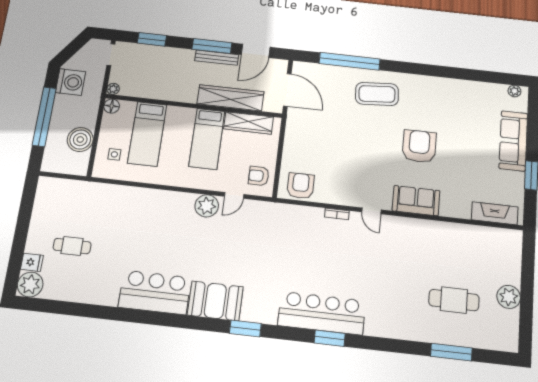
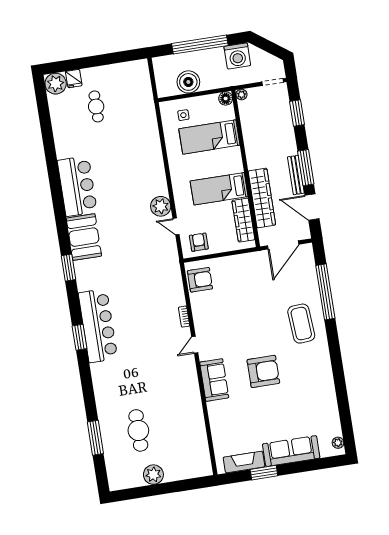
fireplace: (495, 213) -> (244, 462), moved, turned -90

